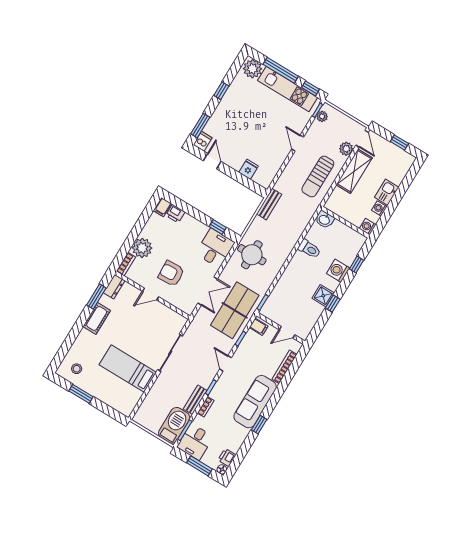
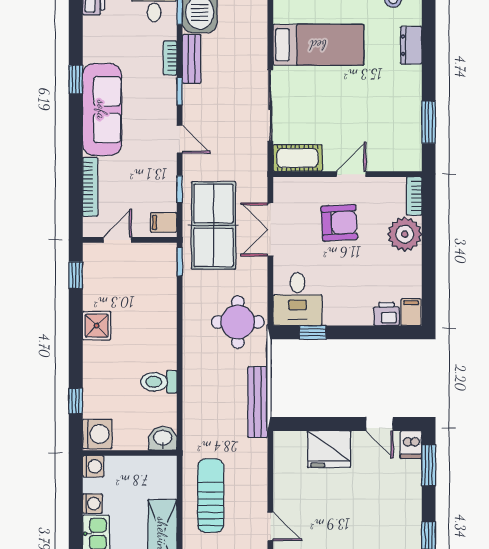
fridge: (249, 169) -> (329, 449), width x1.88, depth x1.34
bench: (269, 204) -> (258, 402), width x1.36
washing machine: (338, 271) -> (97, 434), moved
dresser: (114, 287) -> (411, 45), moved
window: (333, 304) -> (76, 275), moved
cot: (97, 318) -> (298, 158), moved, turned 90

